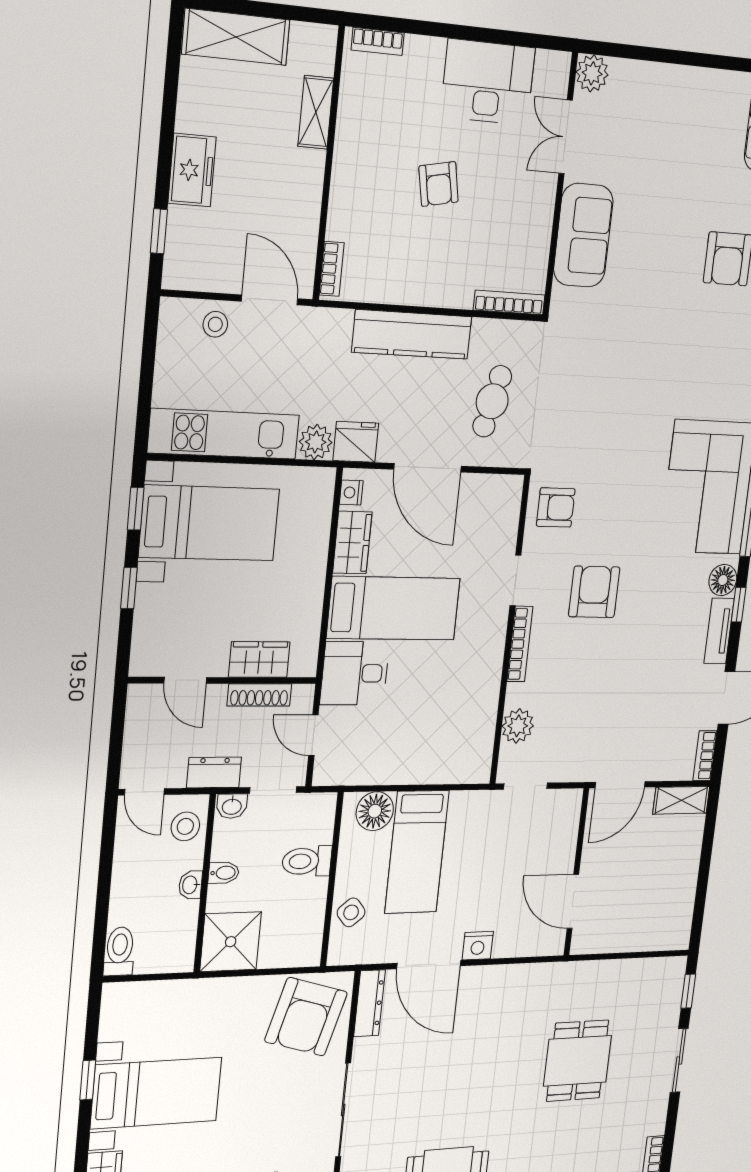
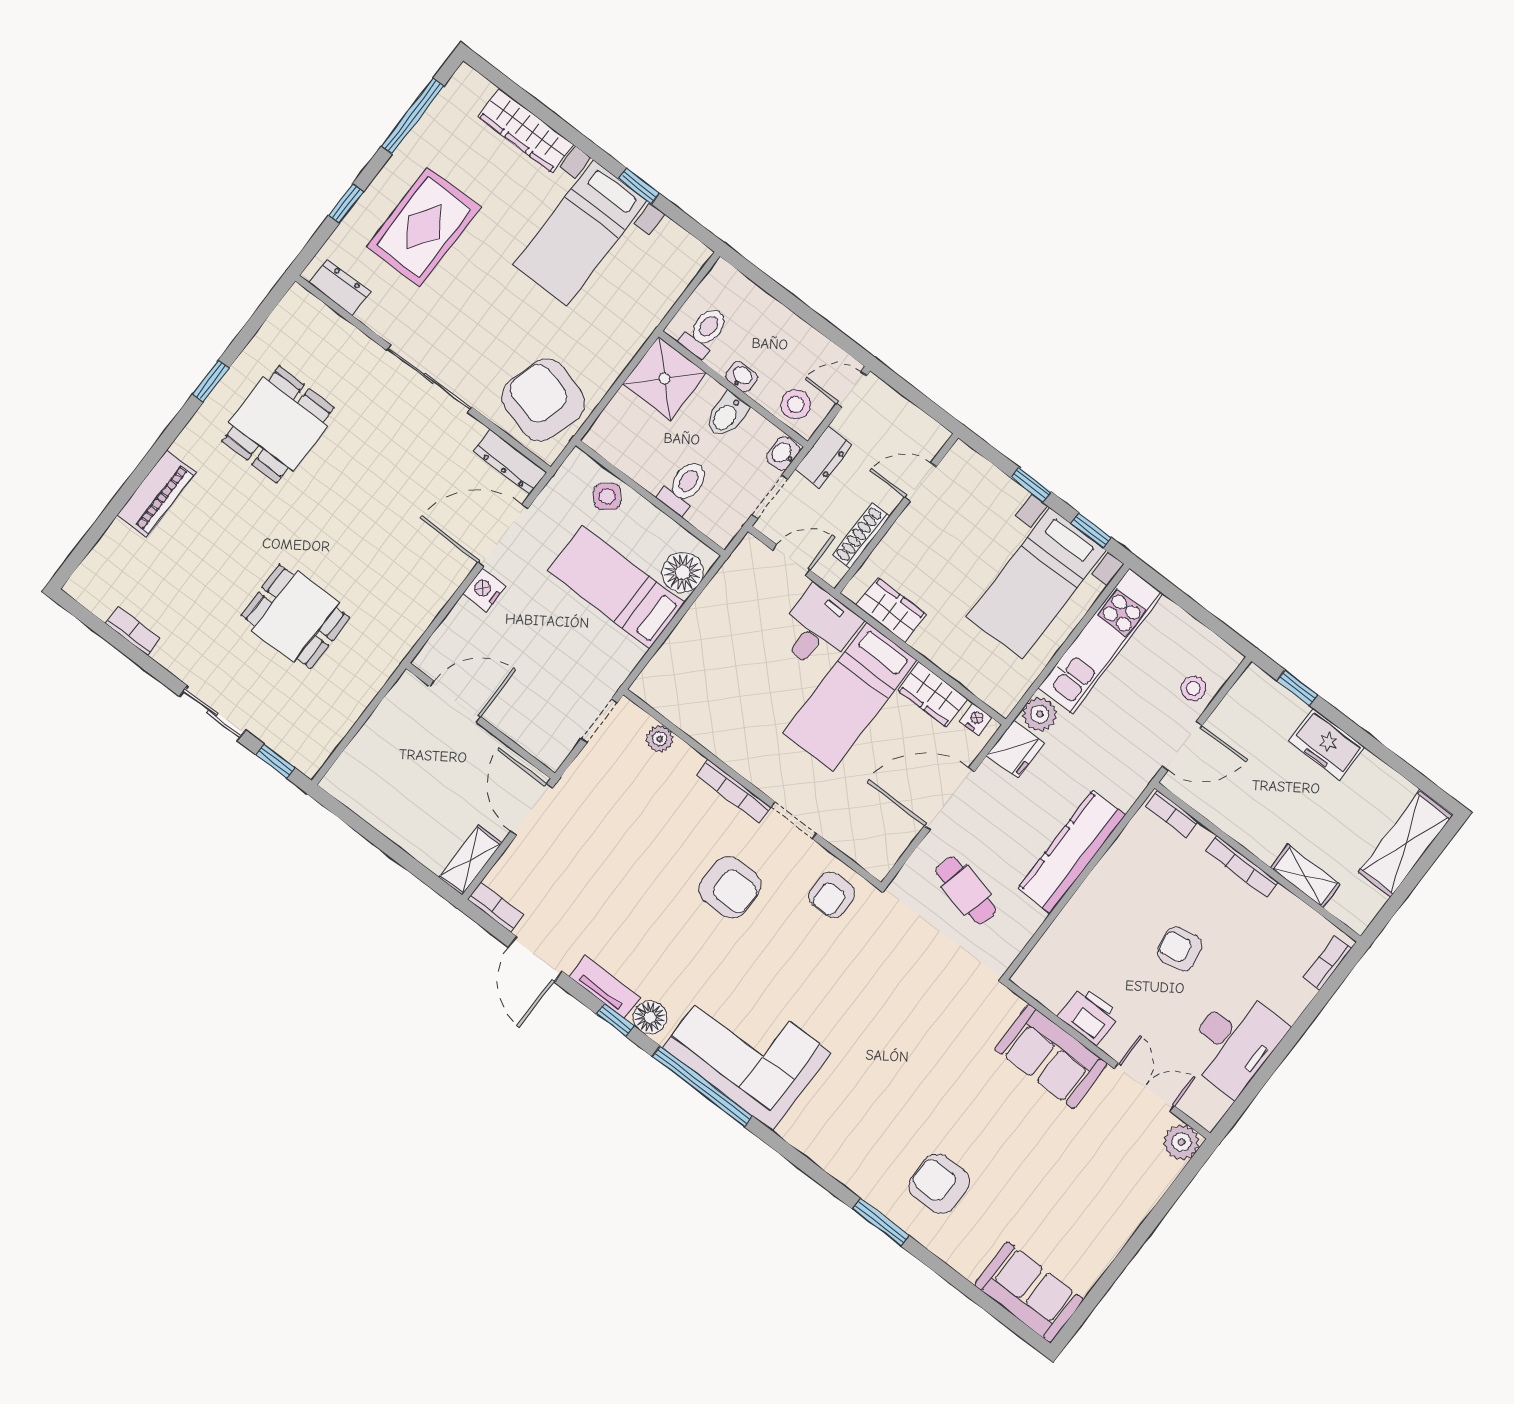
printer: (534, 226) -> (1089, 1015), added
bookcase: (509, 302) -> (1242, 866), moved, turned 90
wardrobe: (259, 659) -> (891, 610), moved, turned -90
plant: (518, 726) -> (660, 739), width x0.73, depth x0.73
bidet: (224, 873) -> (727, 415), width x1.38, depth x1.36
toilet: (119, 951) -> (704, 332), moved, turned -90

